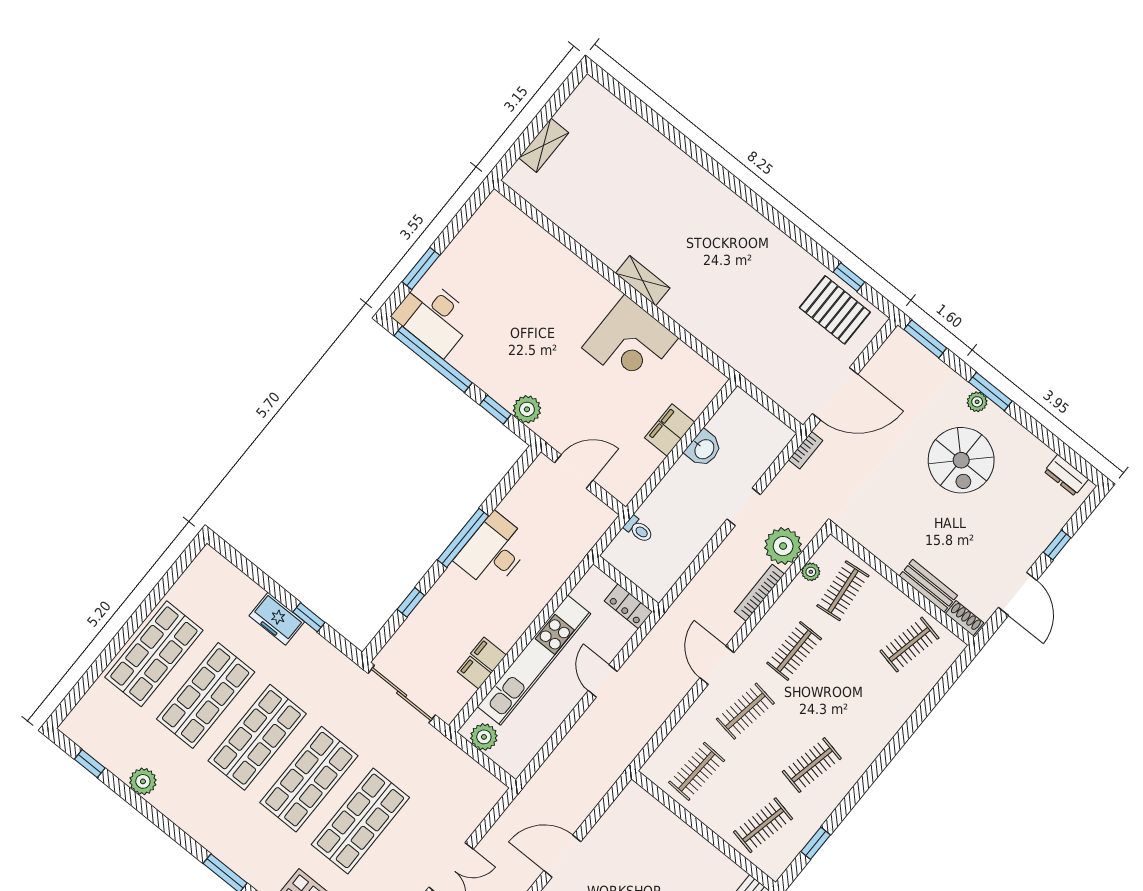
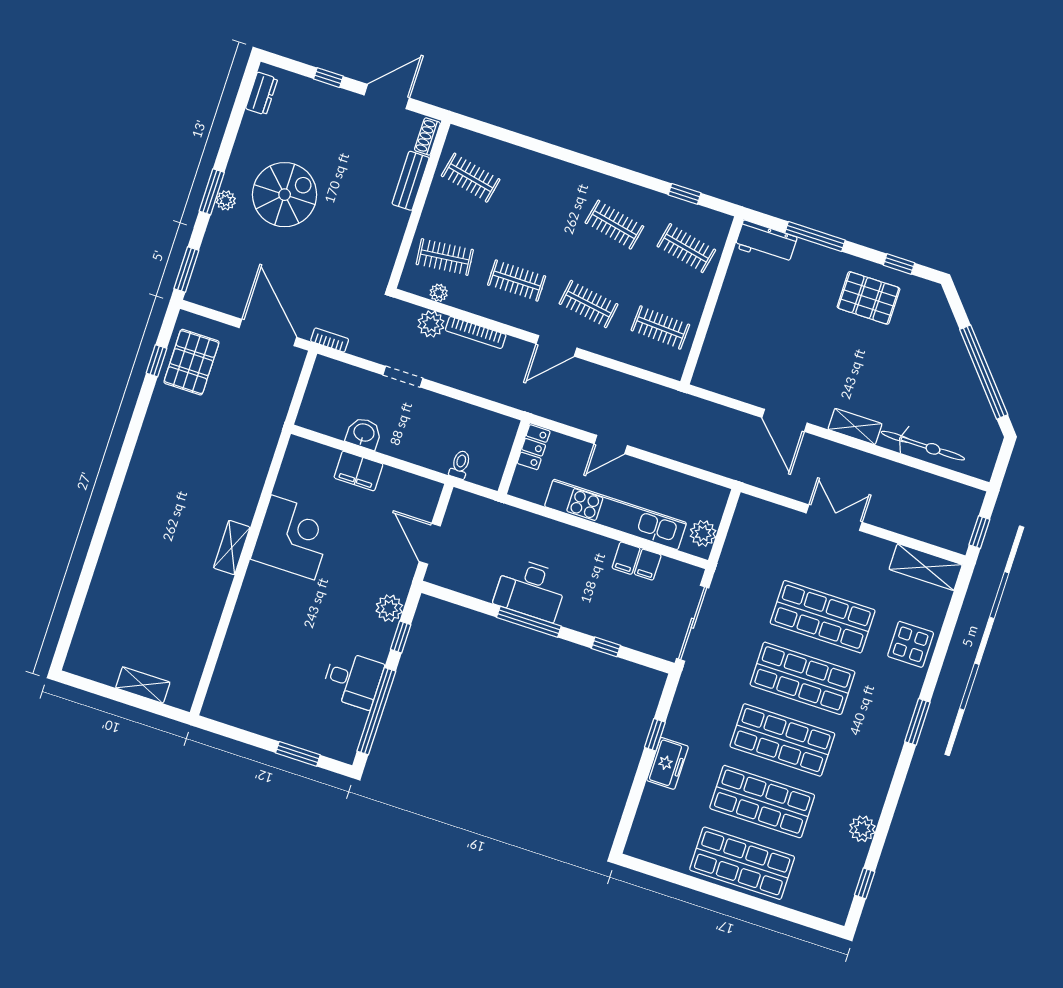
desk: (434, 317) -> (353, 680), moved, width x0.73
plant: (783, 546) -> (431, 324), width x0.73, depth x0.73

